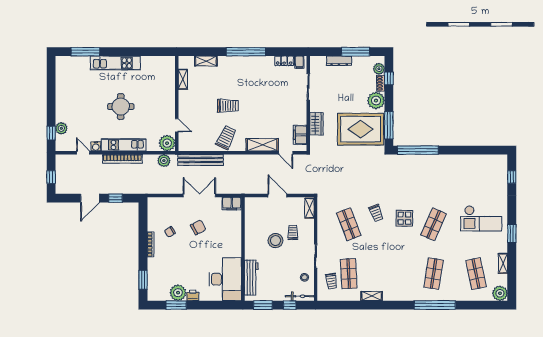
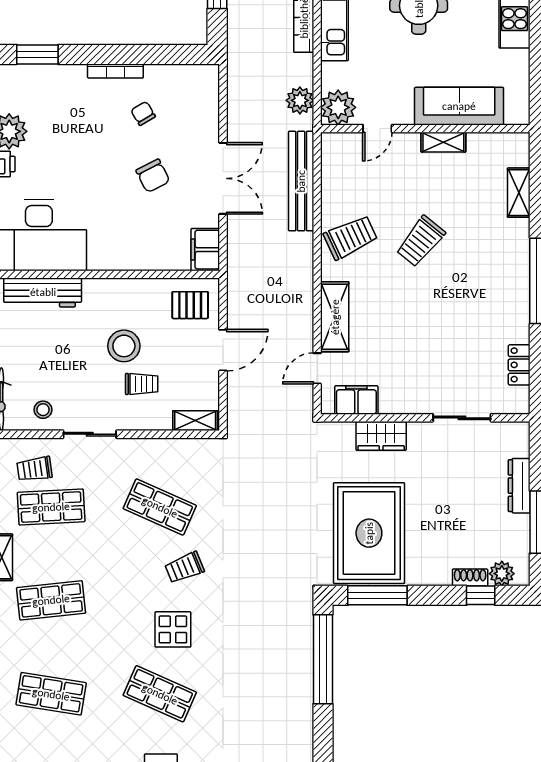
filing cabinet: (299, 62) -> (516, 398), removed
shelving: (183, 79) -> (443, 142), moved
sofa: (166, 88) -> (459, 106), added
plant: (376, 101) -> (432, 567), removed
trolley: (228, 106) -> (421, 241), turned 39
trolley: (226, 138) -> (350, 237), turned -50
pallet: (257, 210) -> (190, 305), added
shop shelf: (349, 224) -> (160, 507), turned 45
shop shelf: (391, 274) -> (51, 600), added

